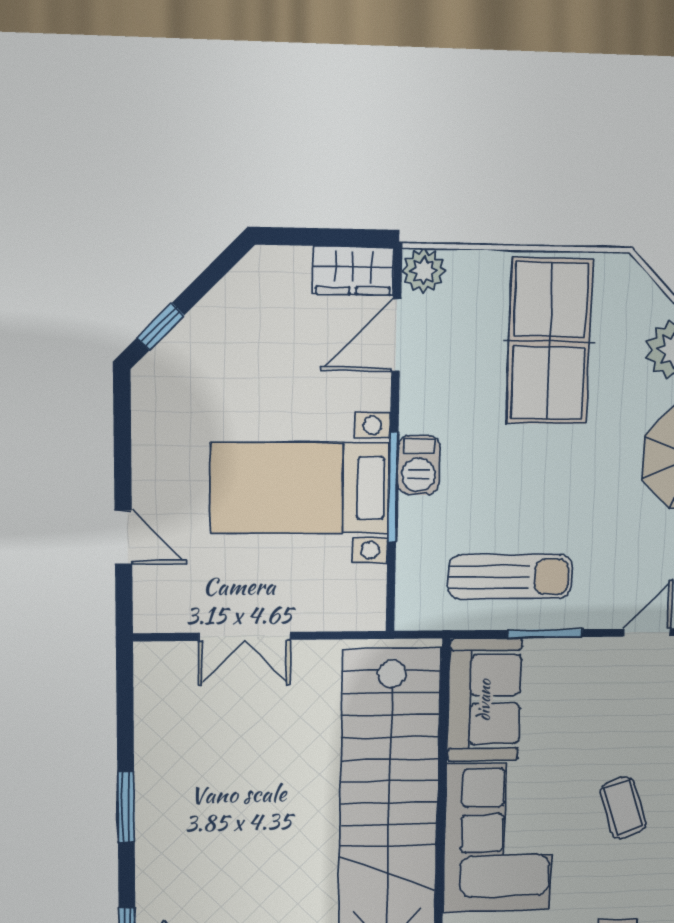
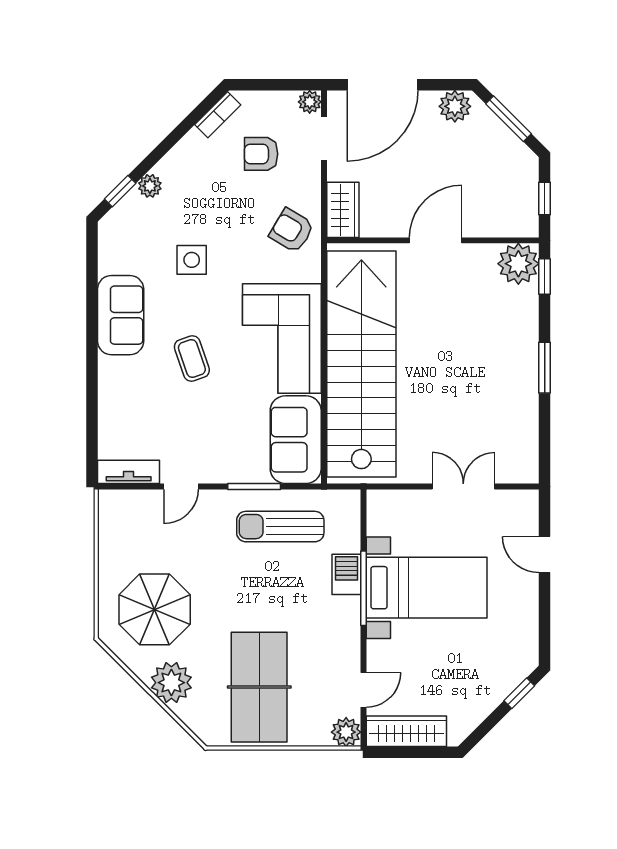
wardrobe: (353, 271) -> (406, 731), width x1.50
door: (396, 335) -> (364, 690), width x0.73
barbecue: (418, 465) -> (346, 574), moved

